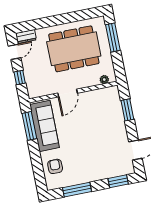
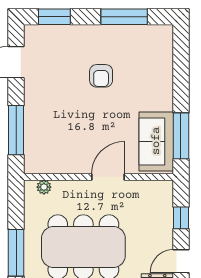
window: (127, 110) -> (16, 130), width x1.44
sofa: (45, 126) -> (156, 141), width x0.73
armchair: (55, 166) -> (101, 76), moved

